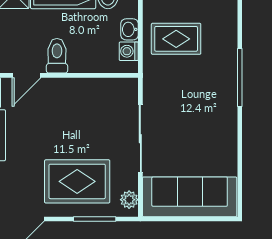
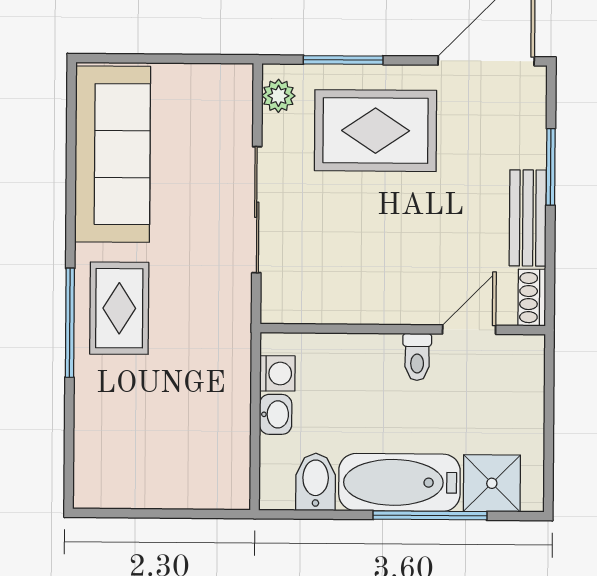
rug: (176, 39) -> (119, 308), moved, turned 90
toilet: (57, 56) -> (417, 357), width x0.73, depth x0.72
sofa: (190, 197) -> (113, 154), moved, turned -90

